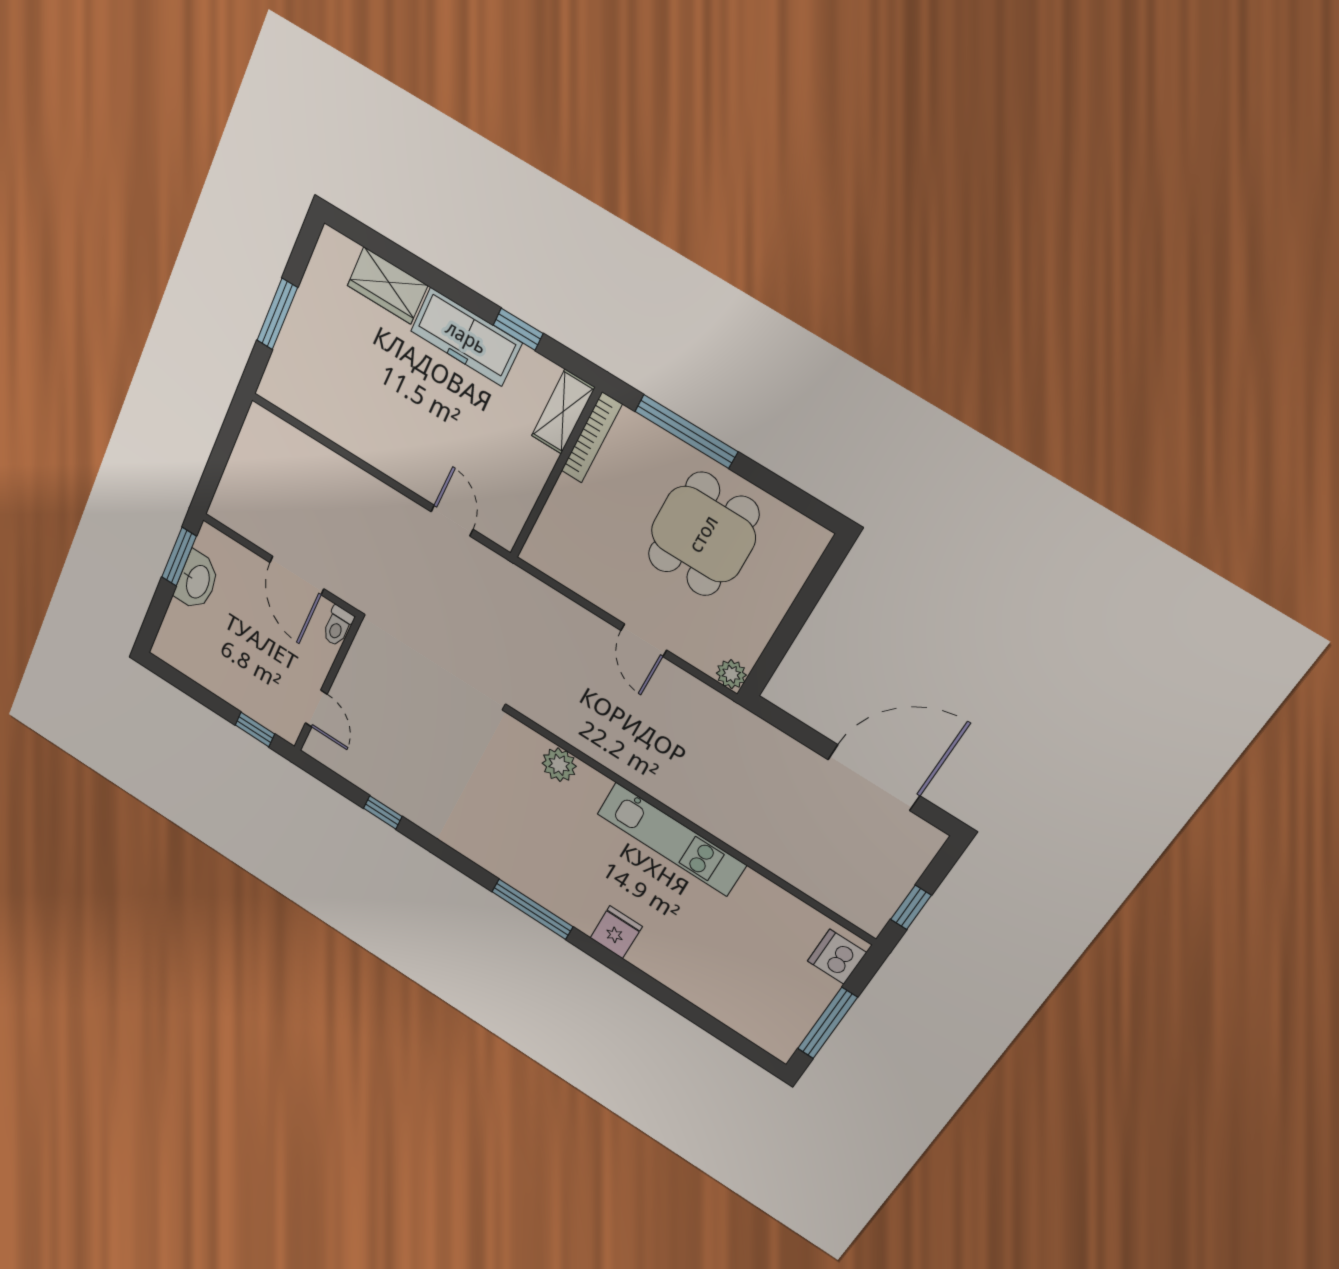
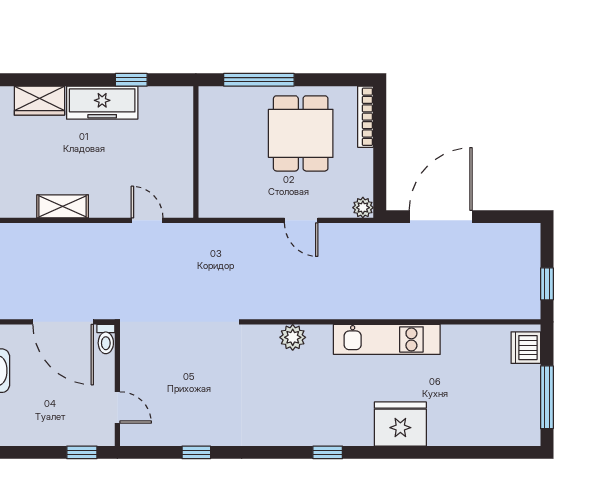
shelving: (563, 412) -> (63, 206), moved, turned 90
bookcase: (592, 438) -> (366, 117), moved, turned 180
door: (297, 576) -> (63, 322), width x1.36
door: (874, 778) -> (441, 217), moved
window: (532, 909) -> (328, 452), width x0.46
fridge: (616, 932) -> (400, 424), width x1.88, depth x1.34

